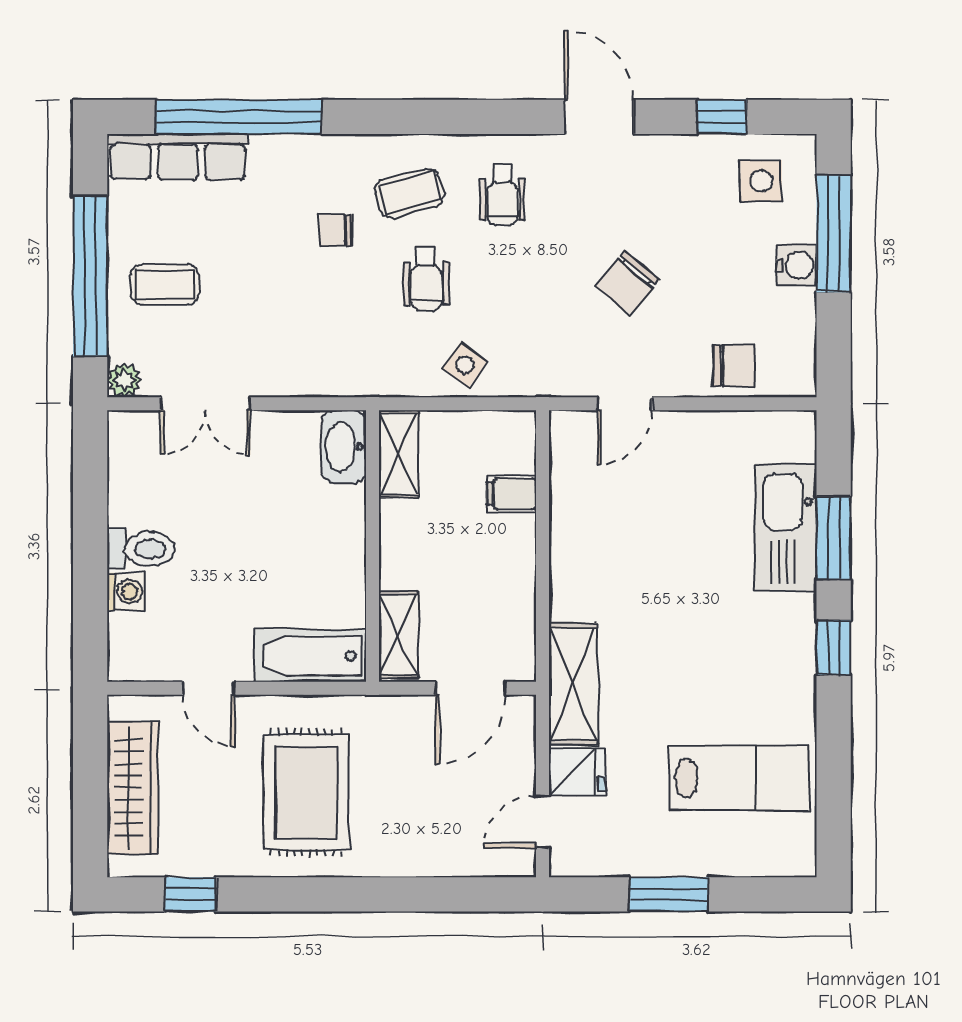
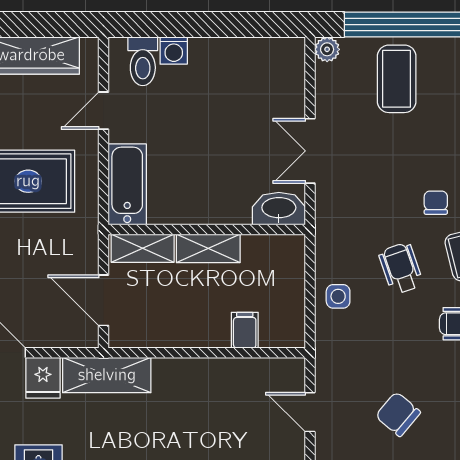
wheelchair: (426, 278) -> (401, 268), turned 71
coffee table: (165, 284) -> (397, 79), width x1.36, depth x1.30
side table: (465, 365) -> (338, 296), turned -35
double door: (206, 404) -> (310, 151), moved
shelving: (399, 454) -> (208, 248), moved
toilet: (141, 549) -> (143, 61), moved

